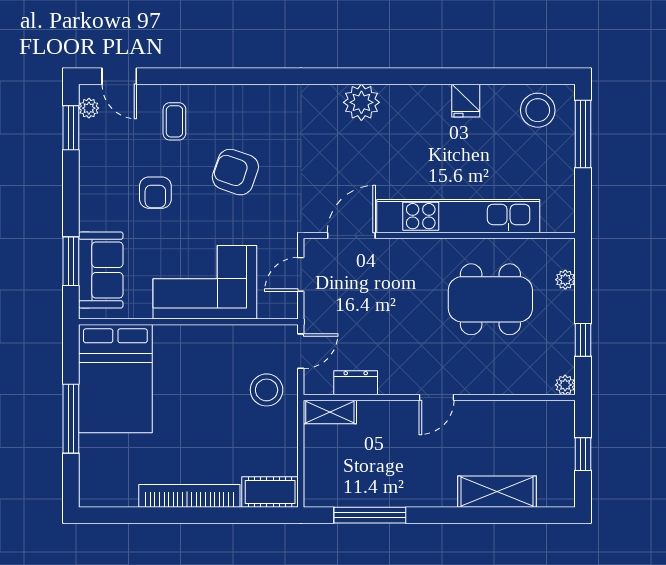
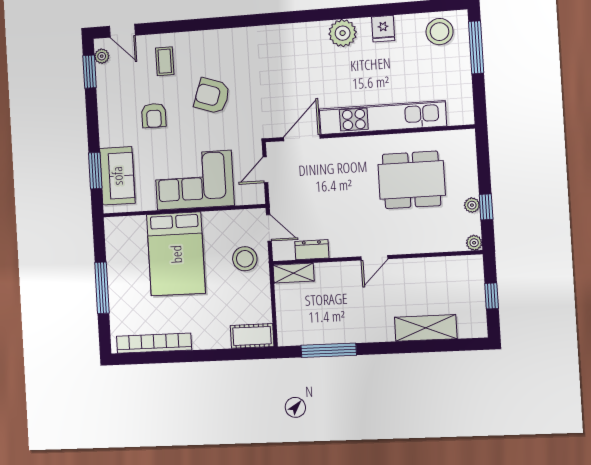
plant: (361, 102) -> (343, 33), moved
plant: (565, 280) -> (472, 205), moved
door: (301, 351) -> (269, 228), hinge flipped
bed: (115, 379) -> (176, 254), moved
bookcase: (189, 496) -> (154, 343), moved

